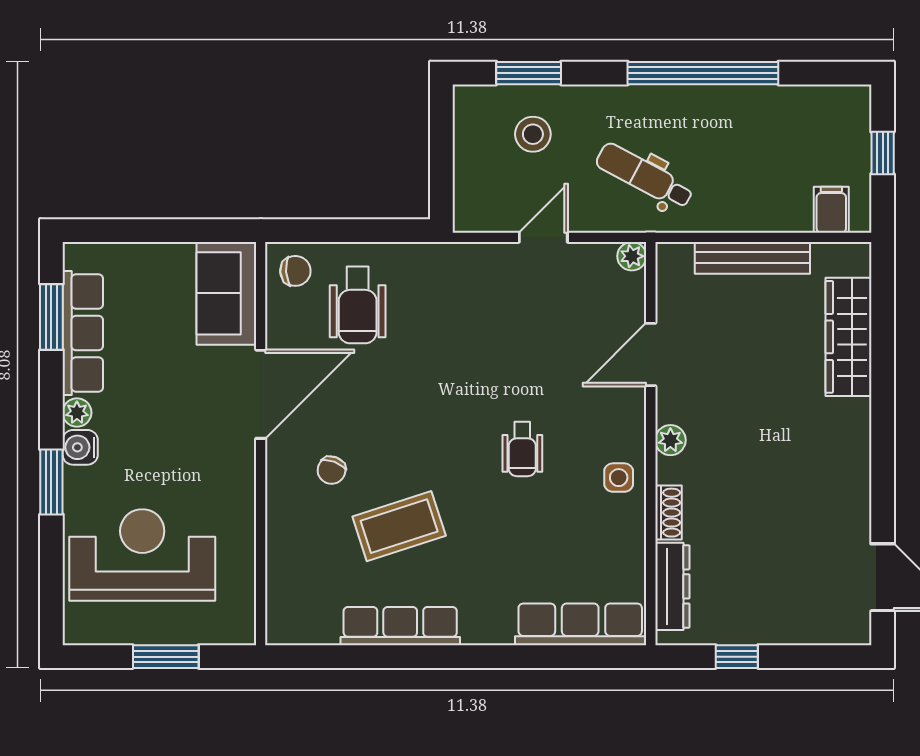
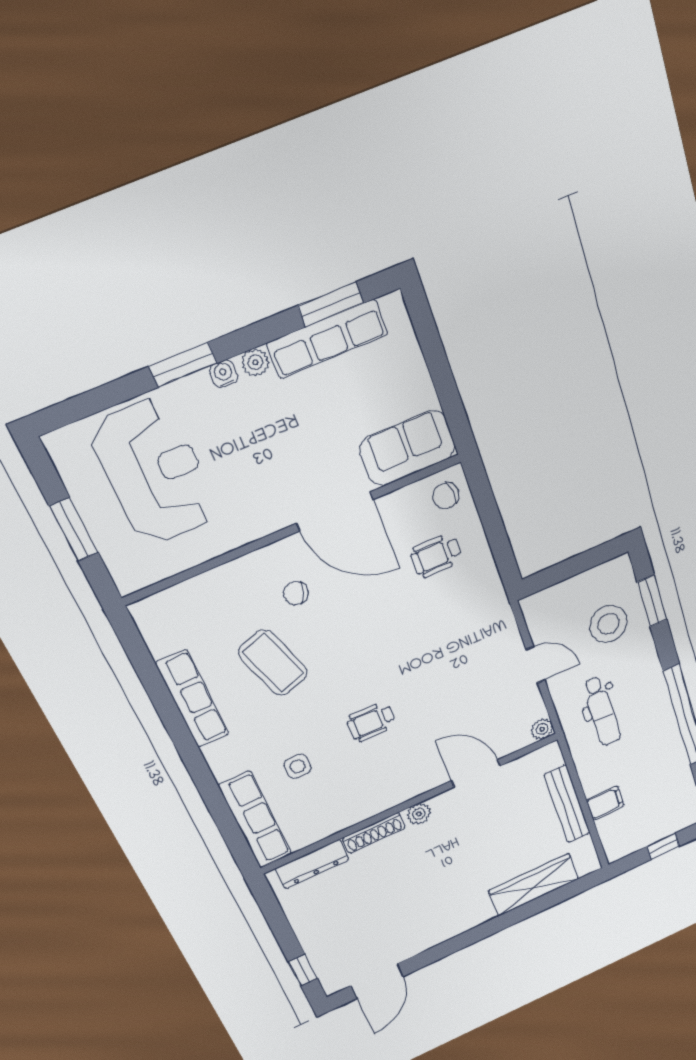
stool: (533, 134) -> (609, 624), width x1.38, depth x1.38
dental chair: (645, 176) -> (602, 711), turned 152
filing cabinet: (831, 210) -> (605, 803), moved
chair: (295, 271) -> (446, 496), turned 88
wheelchair: (358, 305) -> (436, 555), width x0.73, depth x0.73
water cooler: (80, 447) -> (224, 374), width x0.72, depth x0.72
side table: (619, 478) -> (298, 766), moved
shoe rack: (668, 513) -> (374, 833), width x1.43
window: (737, 657) -> (303, 970), moved

